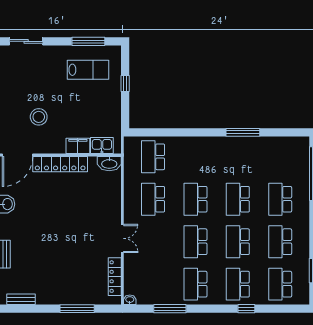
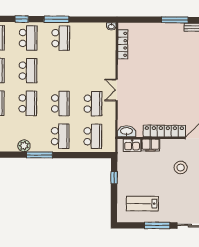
window: (88, 41) -> (157, 225), moved
window: (125, 84) -> (114, 178), moved
window: (243, 132) -> (39, 155), moved
plant: (242, 144) -> (24, 146), added
double door: (122, 238) -> (117, 90), moved
school desk: (195, 242) -> (60, 136), moved
window: (77, 309) -> (175, 20), moved
window: (170, 309) -> (56, 19), moved

